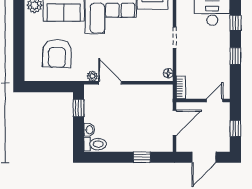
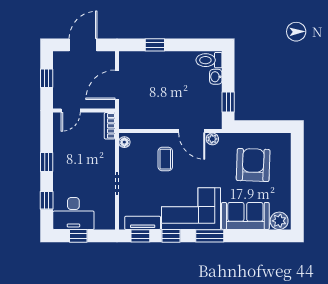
coffee table: (133, 59) -> (165, 159), added

